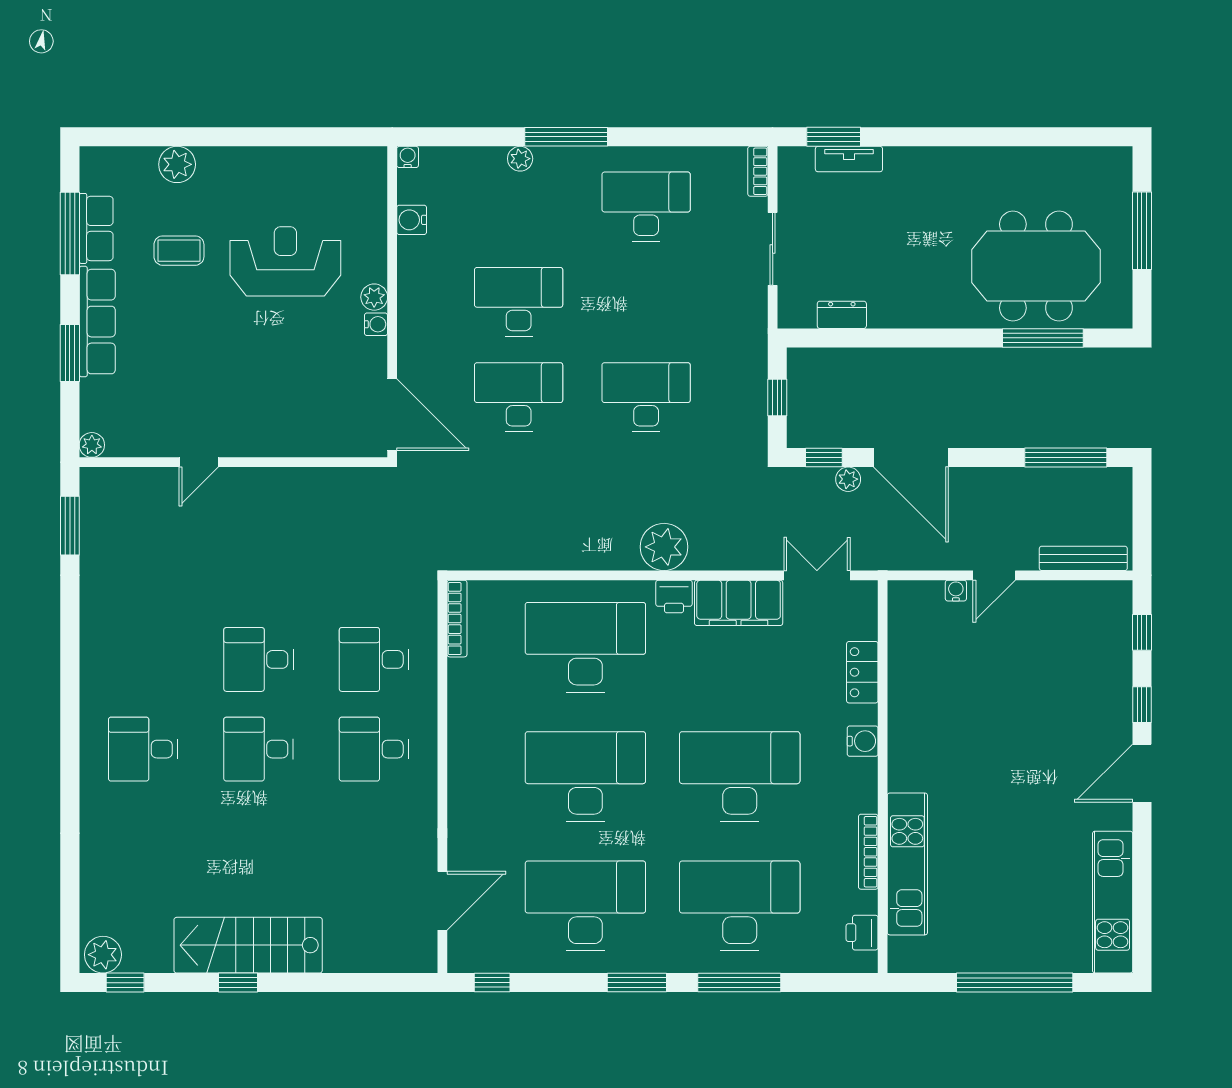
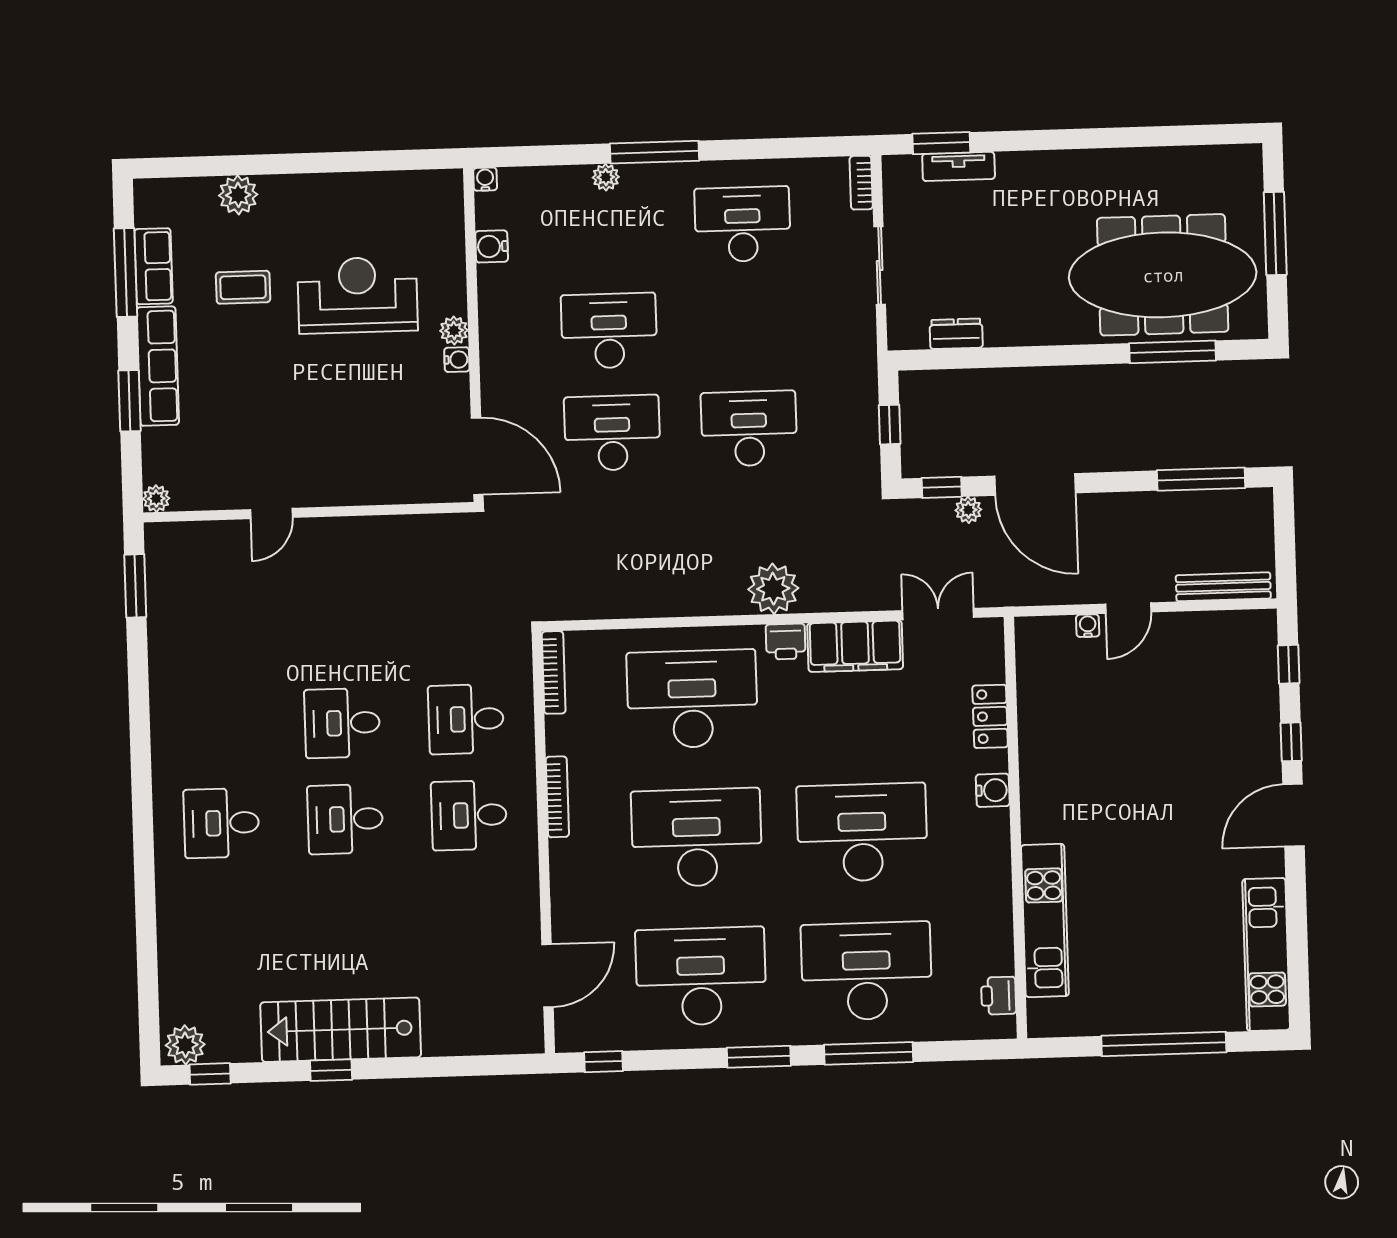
meeting table: (1036, 266) -> (1163, 275), width x1.36
bookcase: (868, 852) -> (557, 797), moved, turned 180

